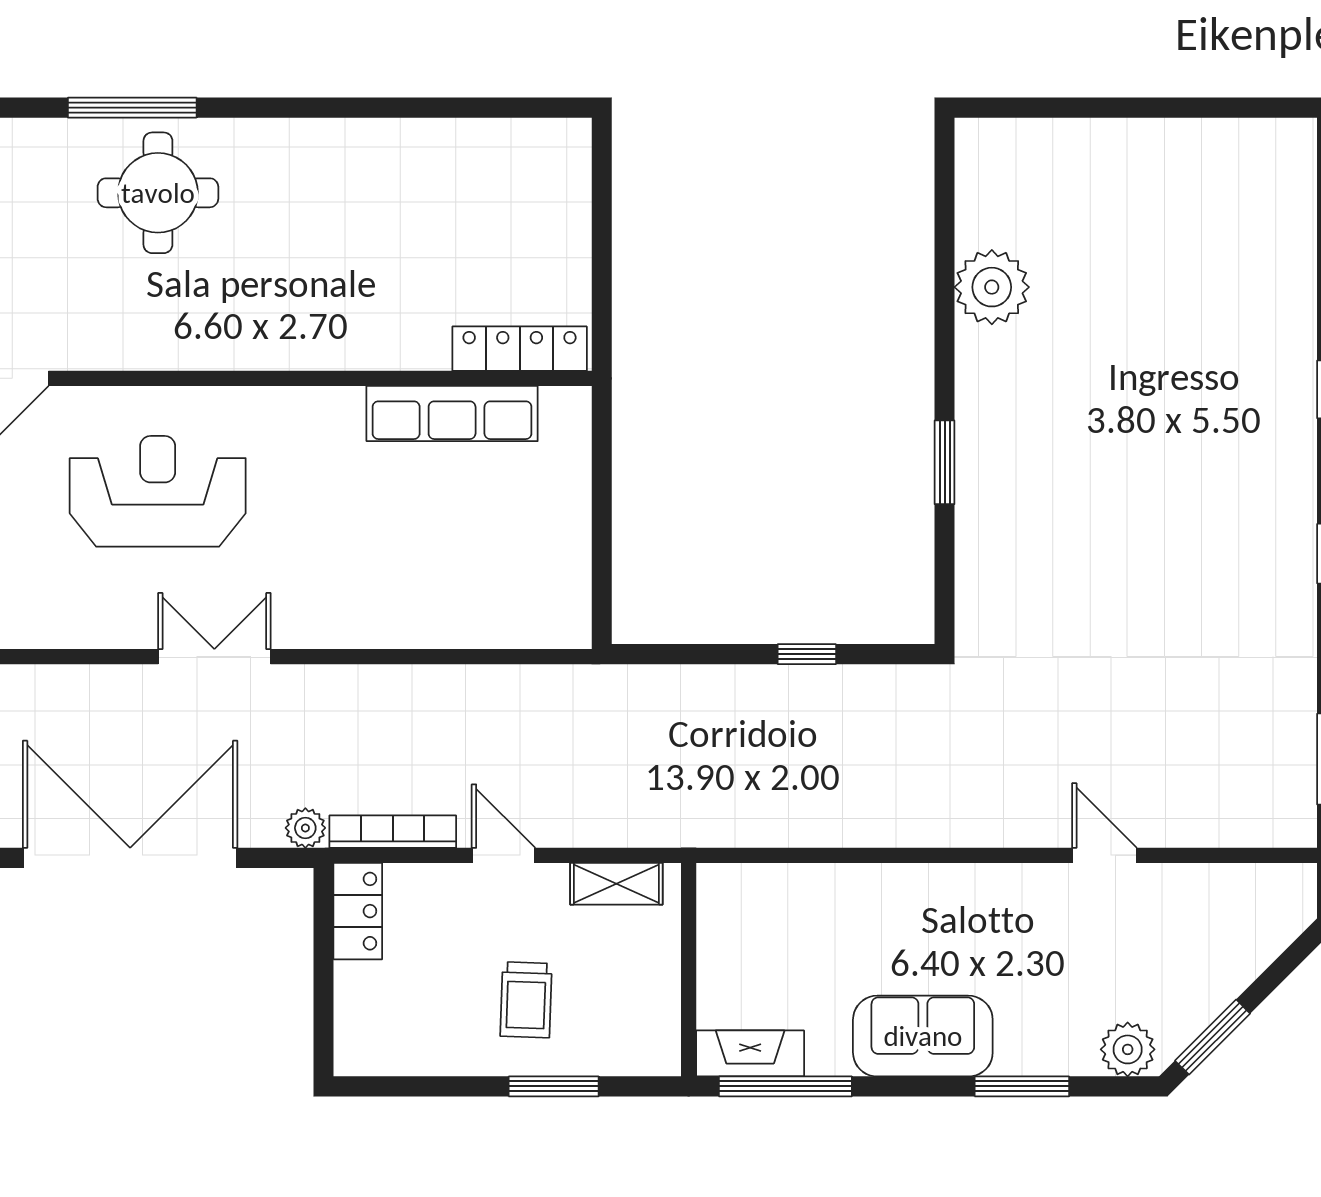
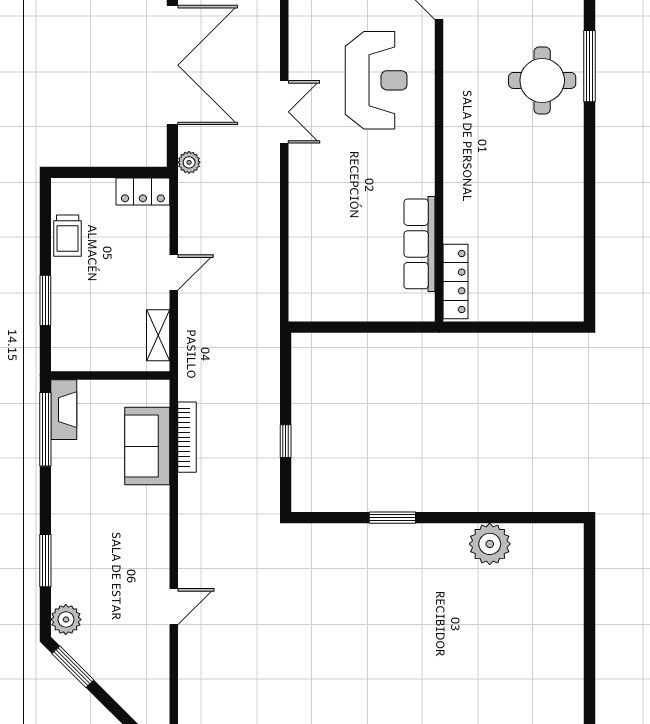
bookcase: (393, 832) -> (187, 437), moved
trolley: (526, 1000) -> (68, 236), moved, turned -92
sofa: (923, 1036) -> (147, 446), moved, turned 180

